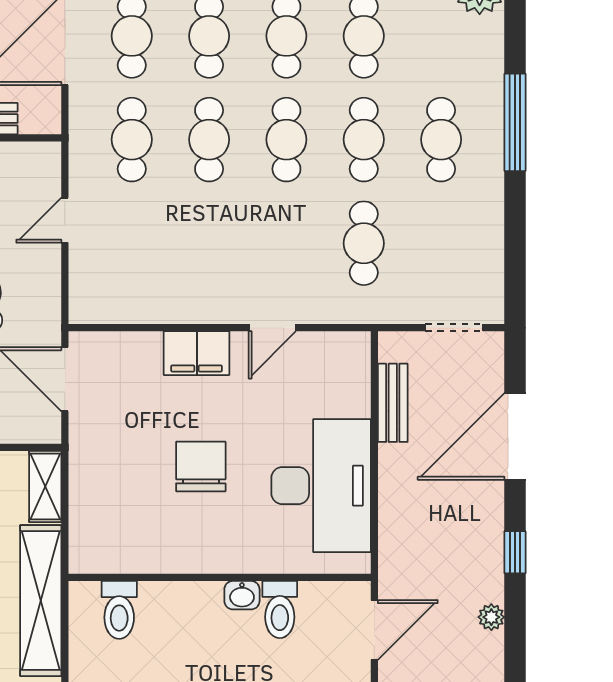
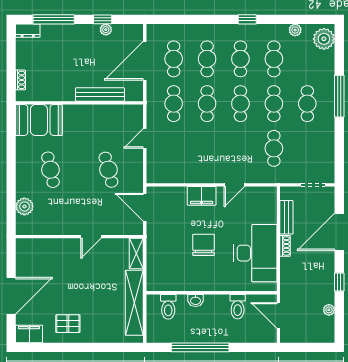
shoe rack: (390, 469) -> (285, 246), added
washbasin: (242, 595) -> (196, 300), moved
door: (374, 630) -> (278, 315), swing flipped

